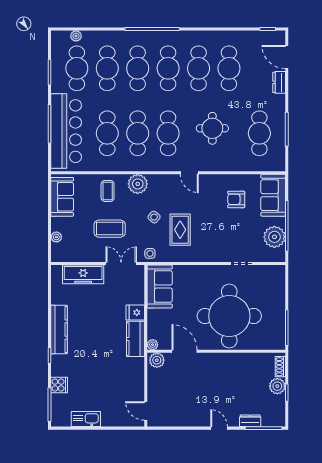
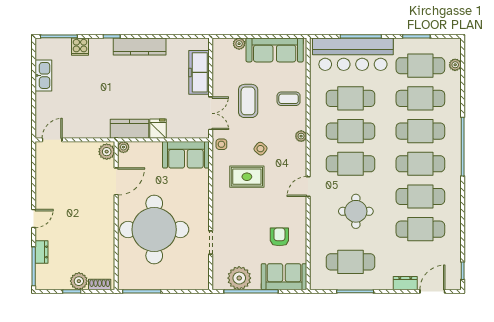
plant: (138, 184) -> (301, 136), width x0.53, depth x0.53
sofa: (62, 197) -> (275, 50), width x1.36

